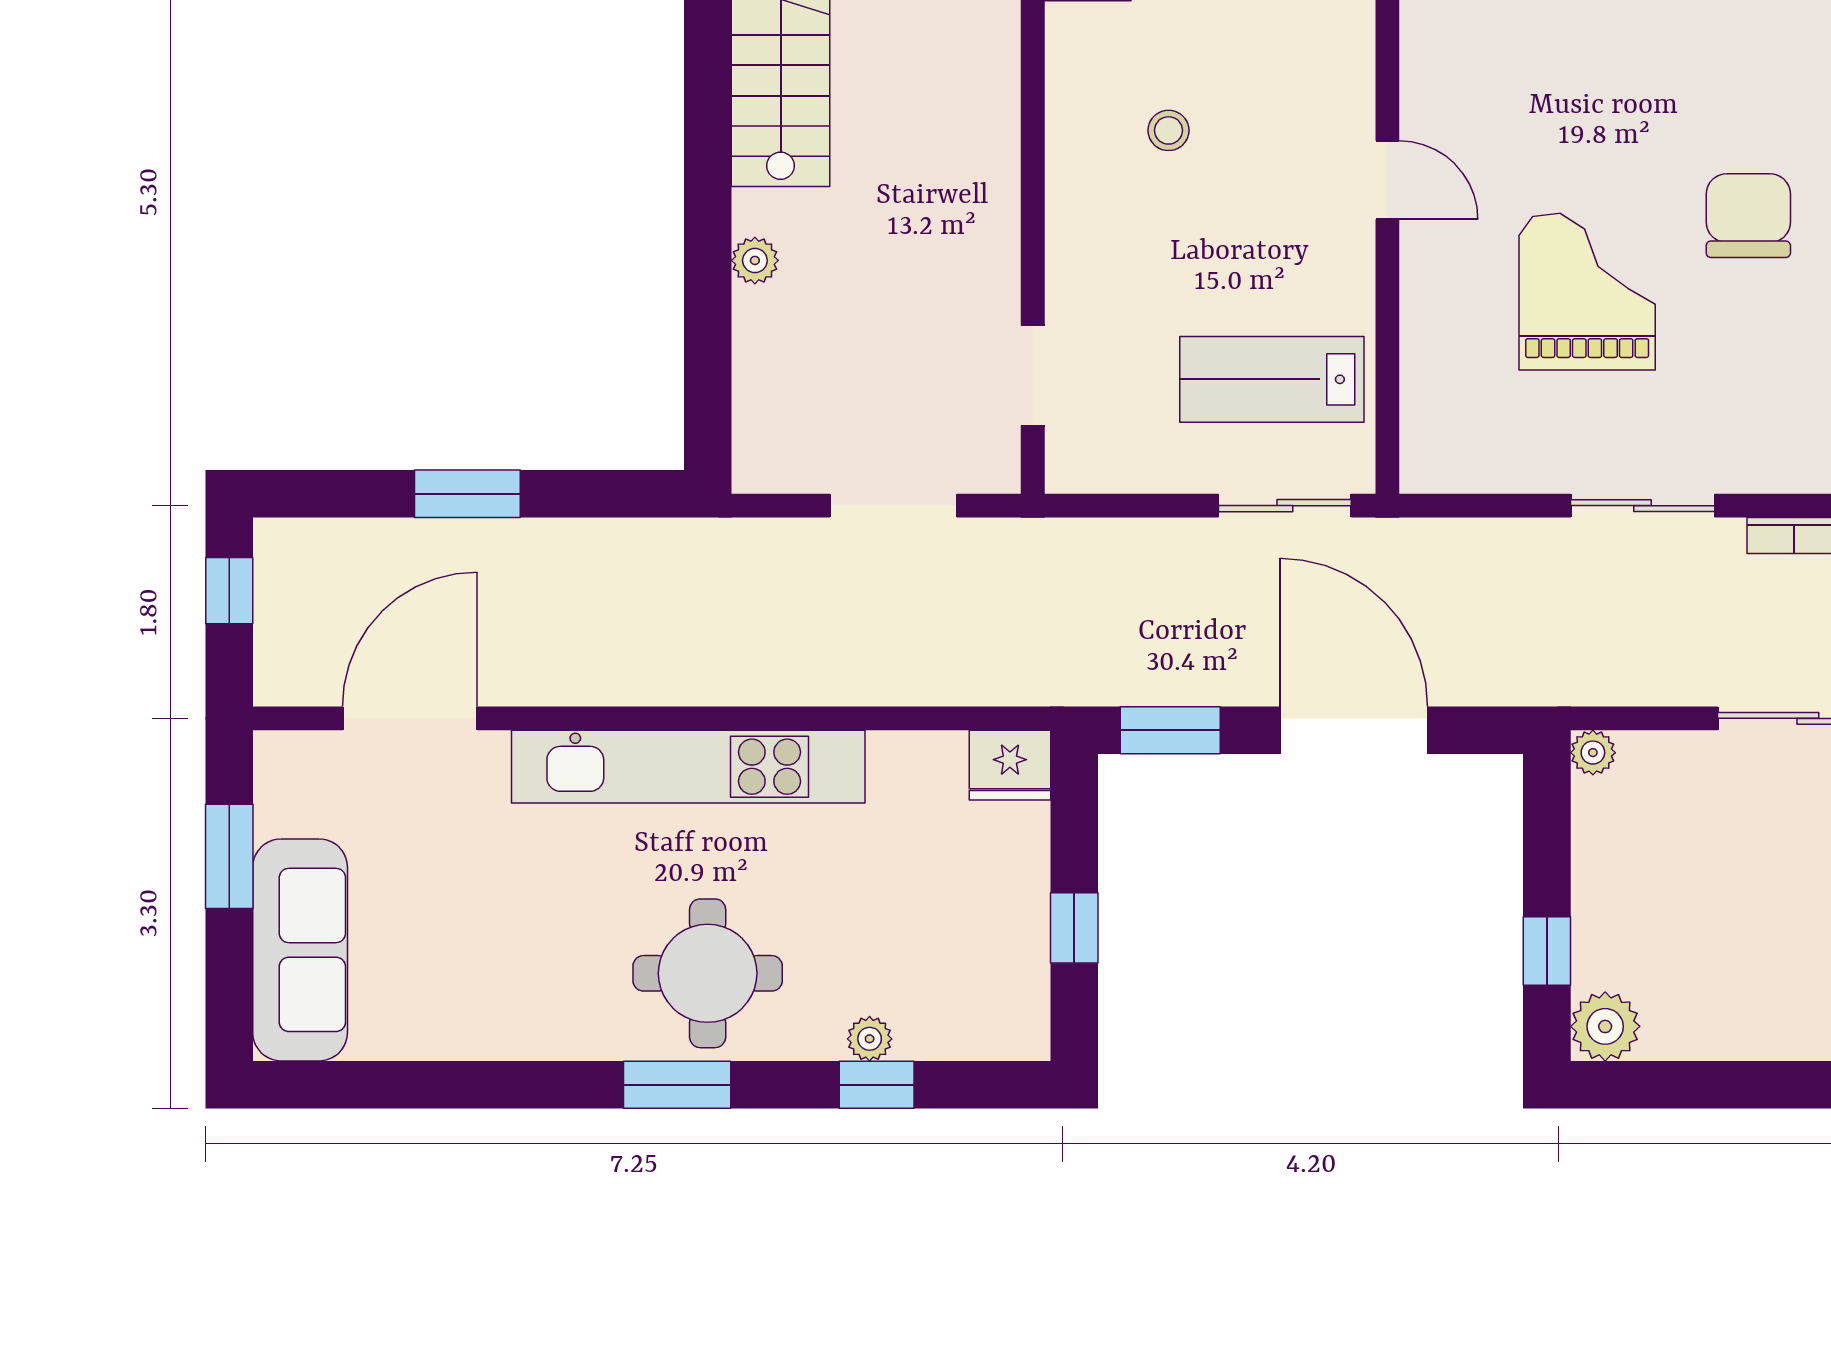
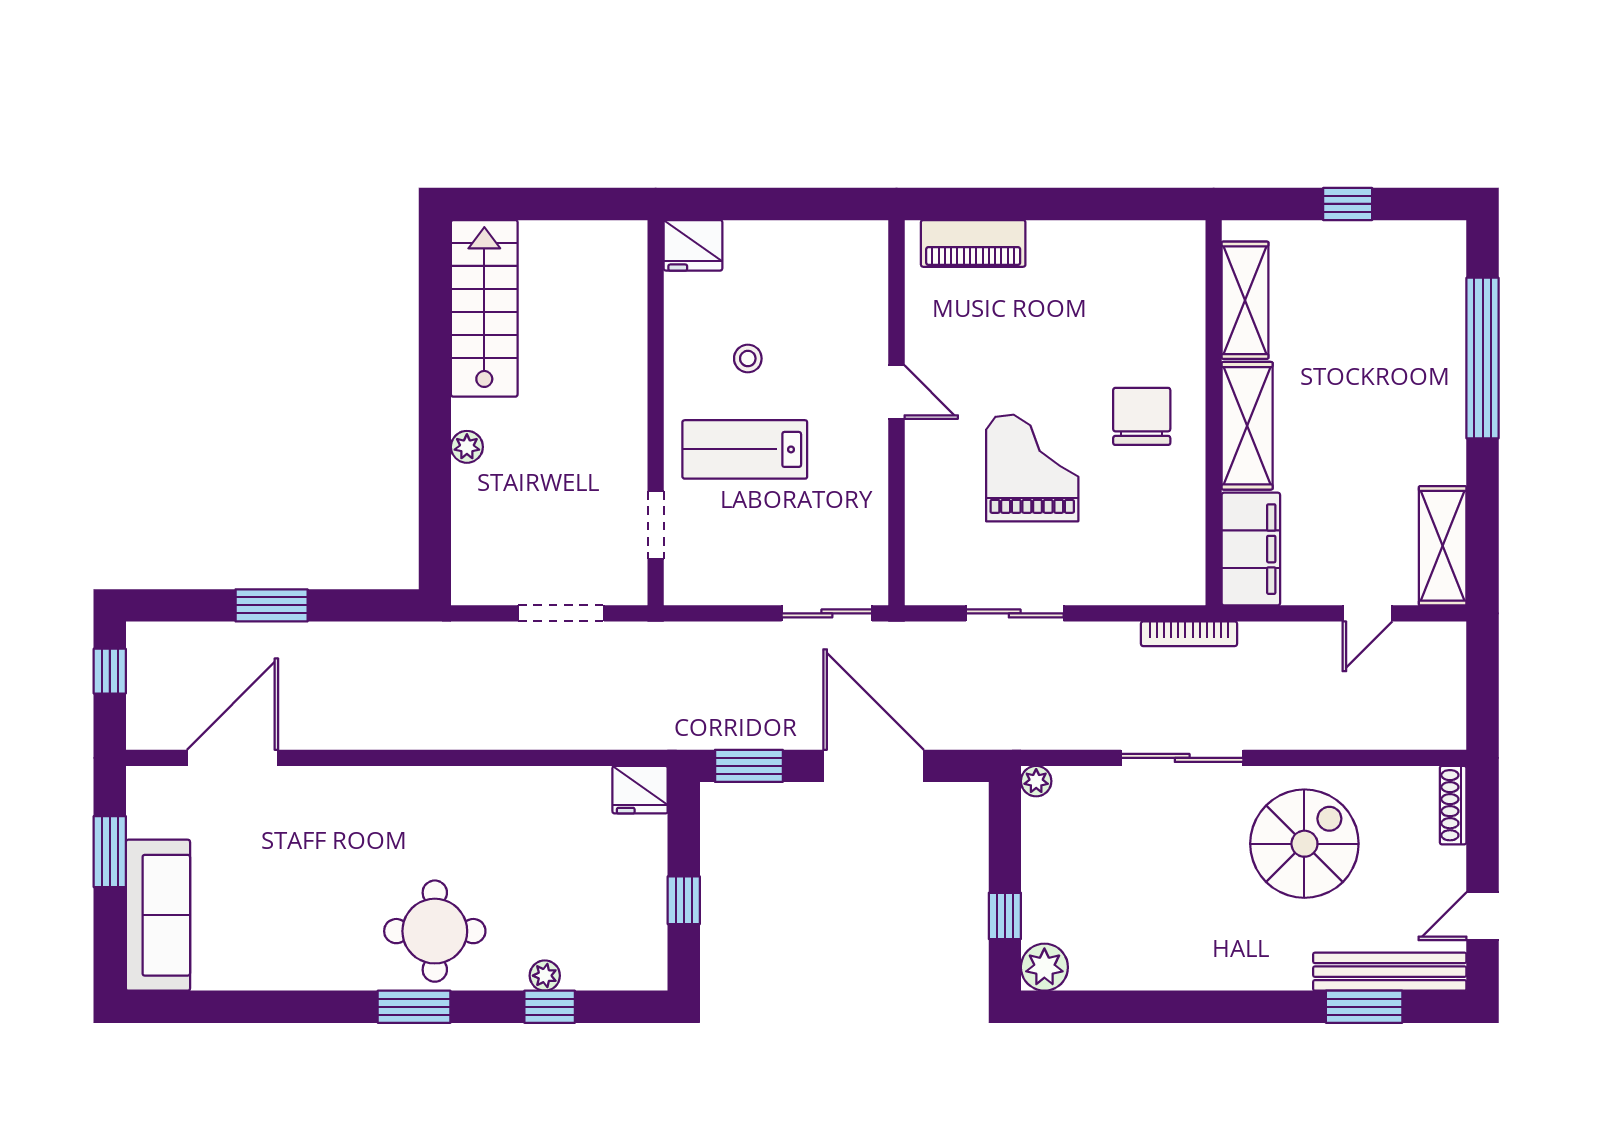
lab bench: (1272, 379) -> (745, 449), moved
sliding door: (1643, 506) -> (1015, 613), moved
kitchen unit: (688, 767) -> (422, 791), removed

